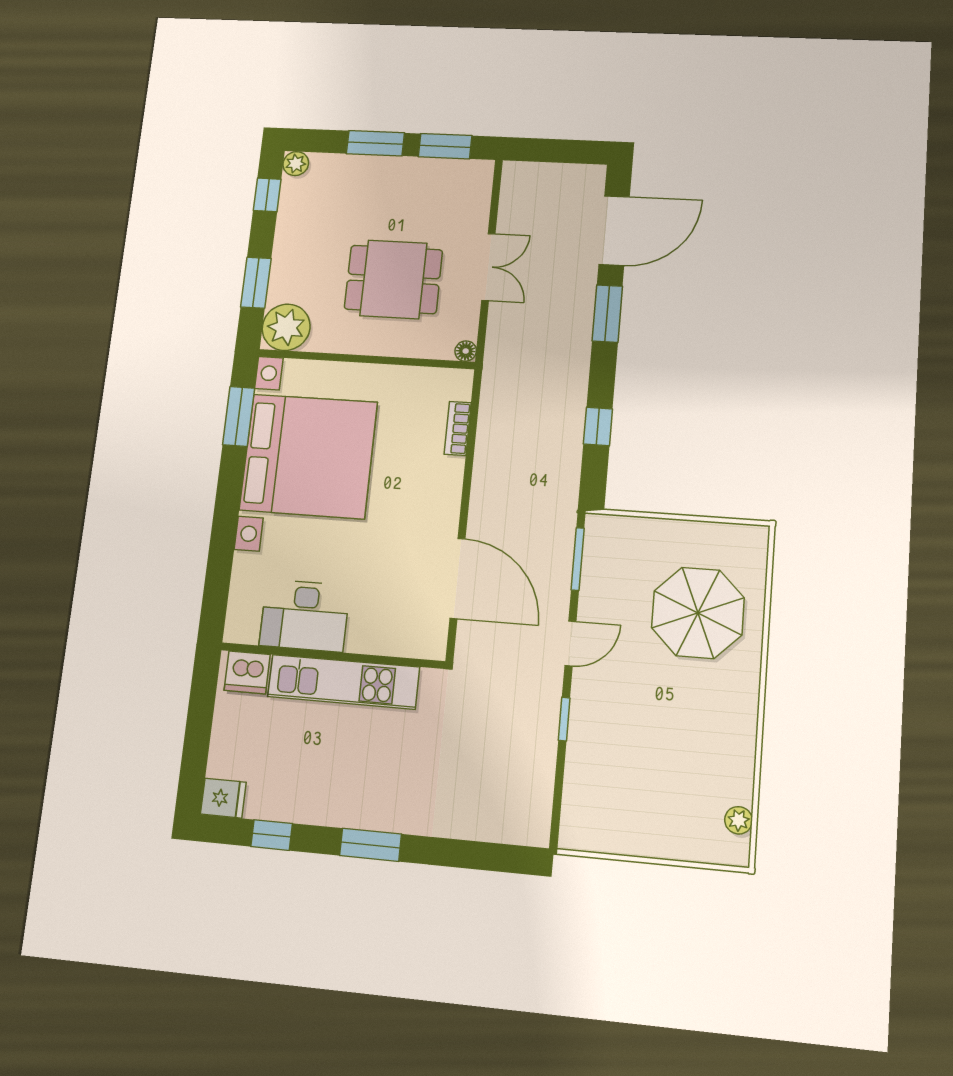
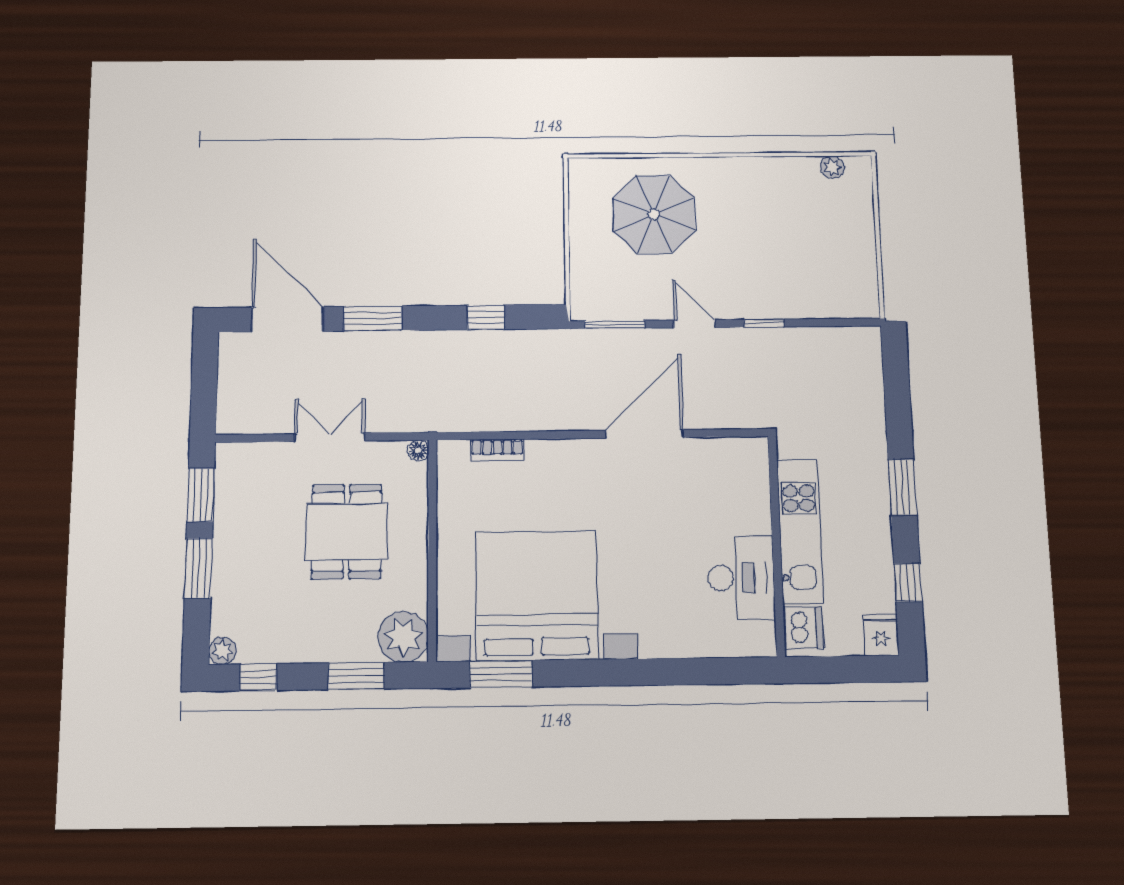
desk: (305, 616) -> (741, 578), moved
wall: (332, 656) -> (776, 545), moved
dishwasher: (247, 672) -> (803, 628), moved
kitchen unit: (343, 682) -> (800, 531), moved

